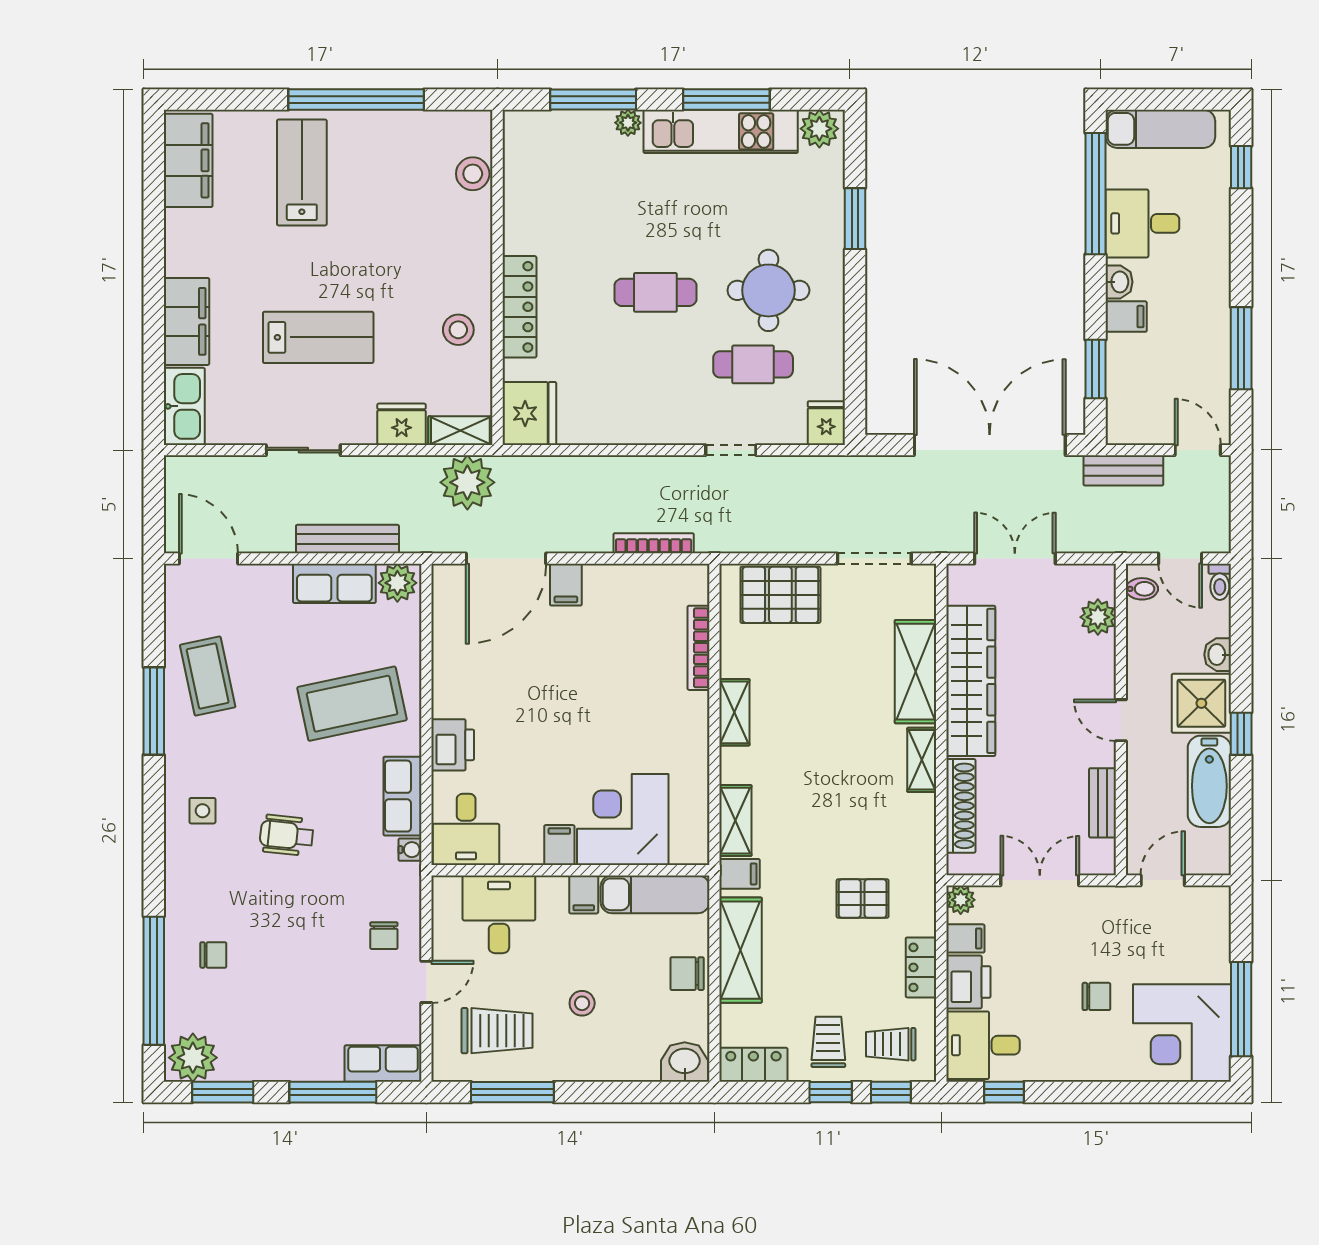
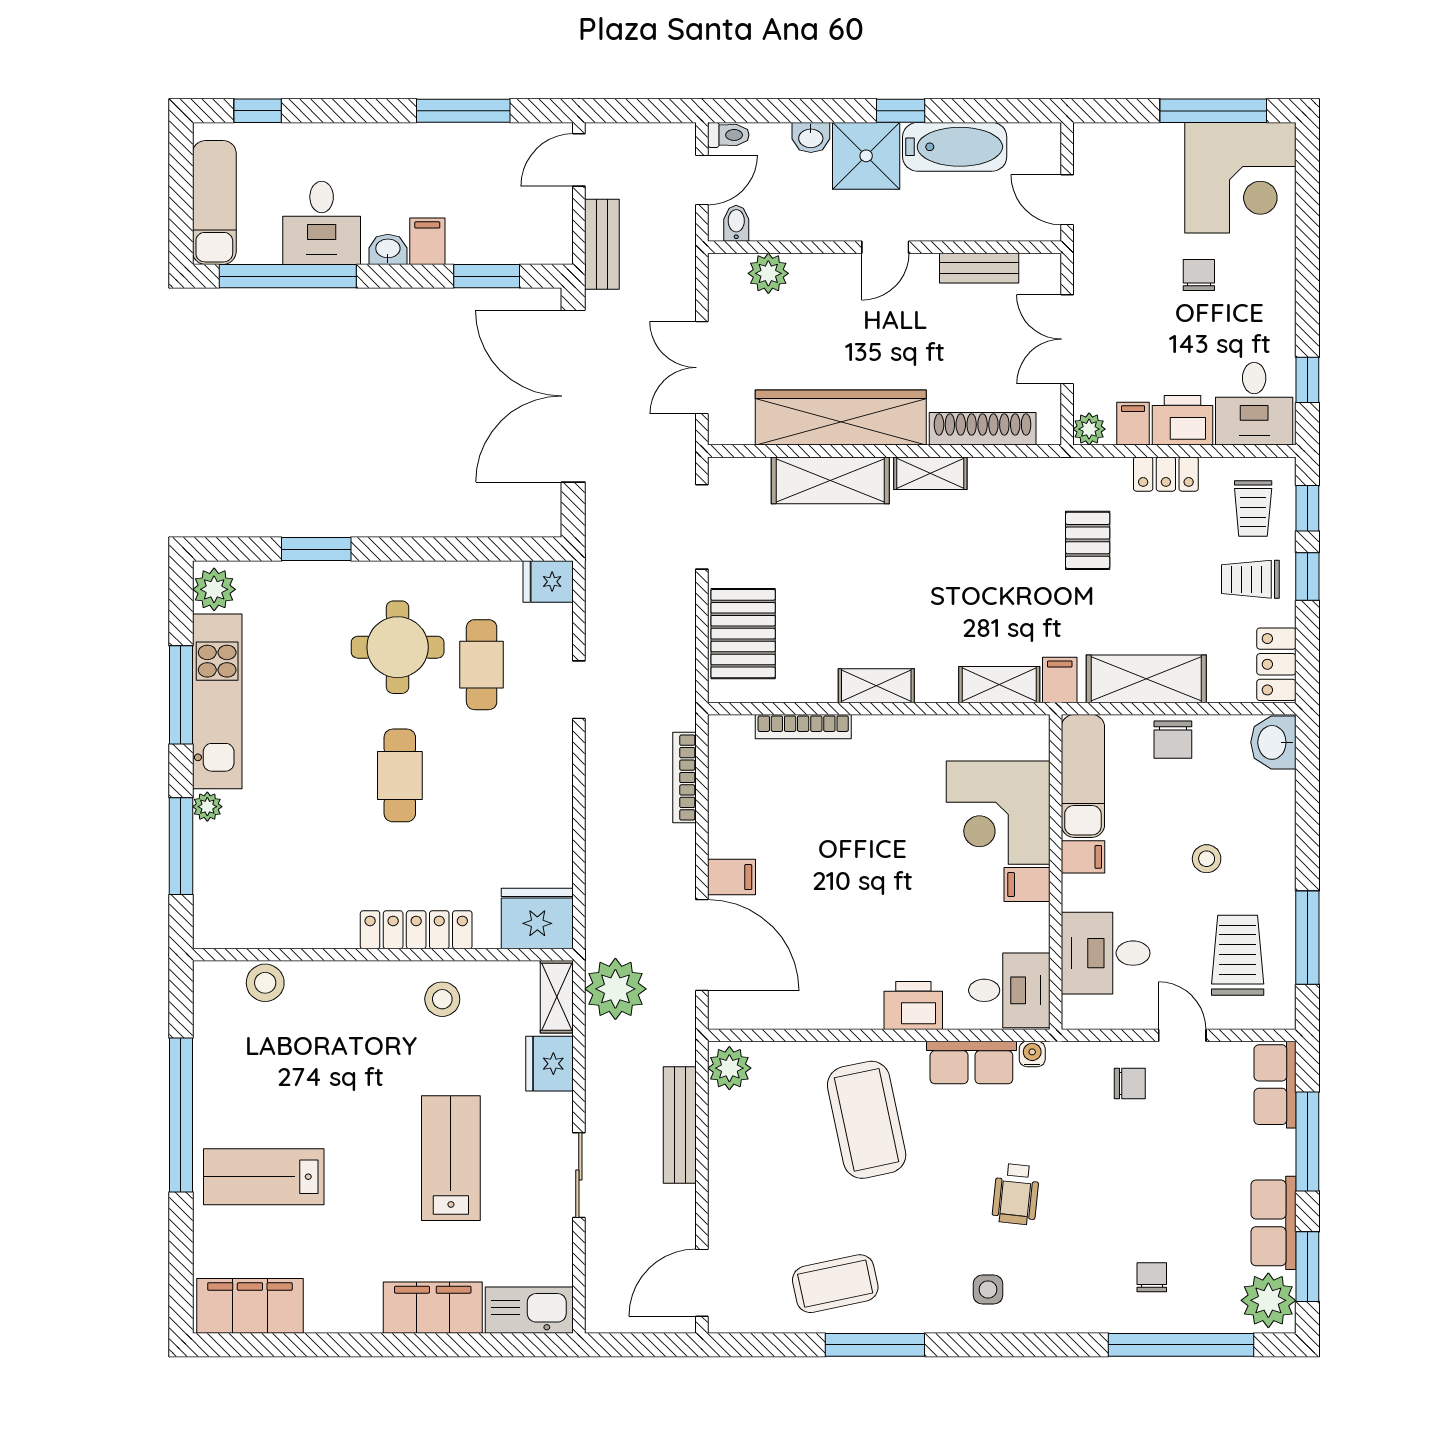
row of seats: (334, 583) -> (1273, 1223), moved, turned 180

